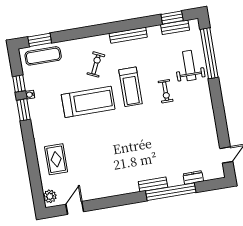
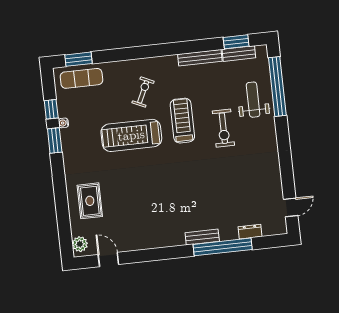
bench: (128, 35) -> (200, 58), moved
treadmill: (131, 87) -> (182, 121), turned 180
exercise bike: (166, 91) -> (223, 128), width x1.38, depth x1.39
treadmill: (88, 102) -> (131, 135), turned 180
door: (75, 208) -> (108, 260), hinge flipped

